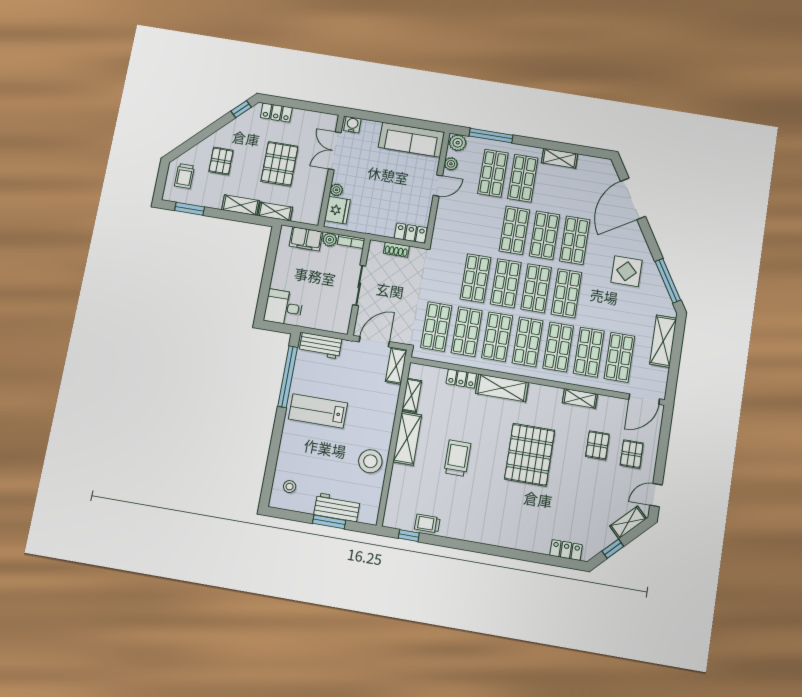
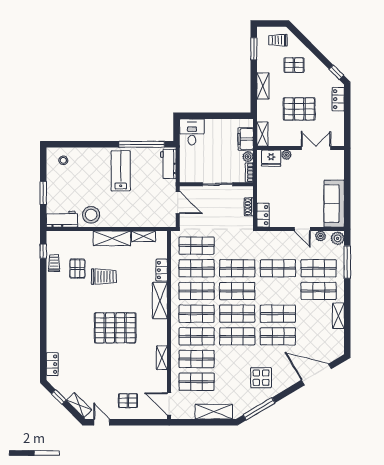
water cooler: (352, 125) -> (338, 158), removed
shelving: (275, 211) -> (262, 134), moved
shop shelf: (514, 230) -> (278, 268), moved
shelving: (396, 366) -> (163, 221), removed
pallet: (597, 445) -> (77, 269), moved, turned 90
workbench: (337, 507) -> (62, 219), moved, turned -90

